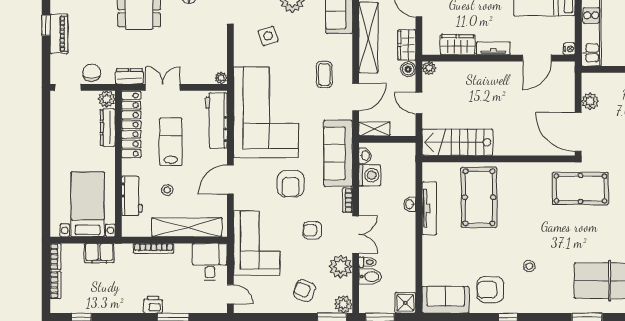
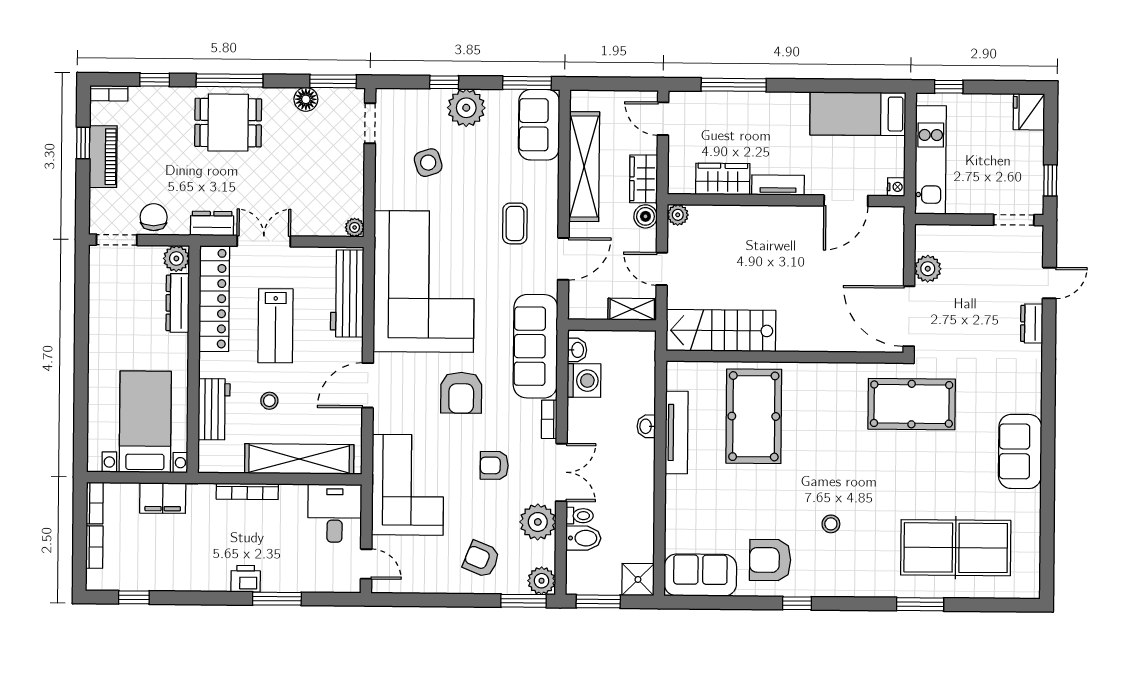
shelving: (374, 129) -> (632, 309), moved
lab bench: (171, 142) -> (275, 326), turned 180

